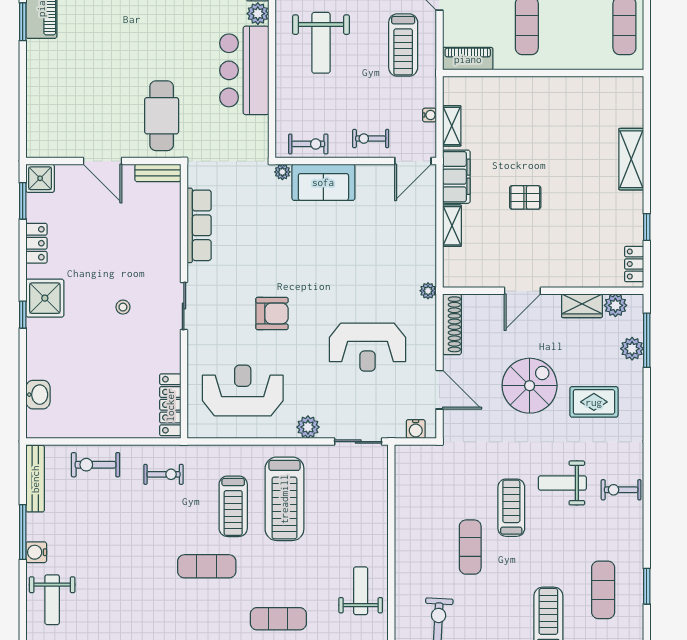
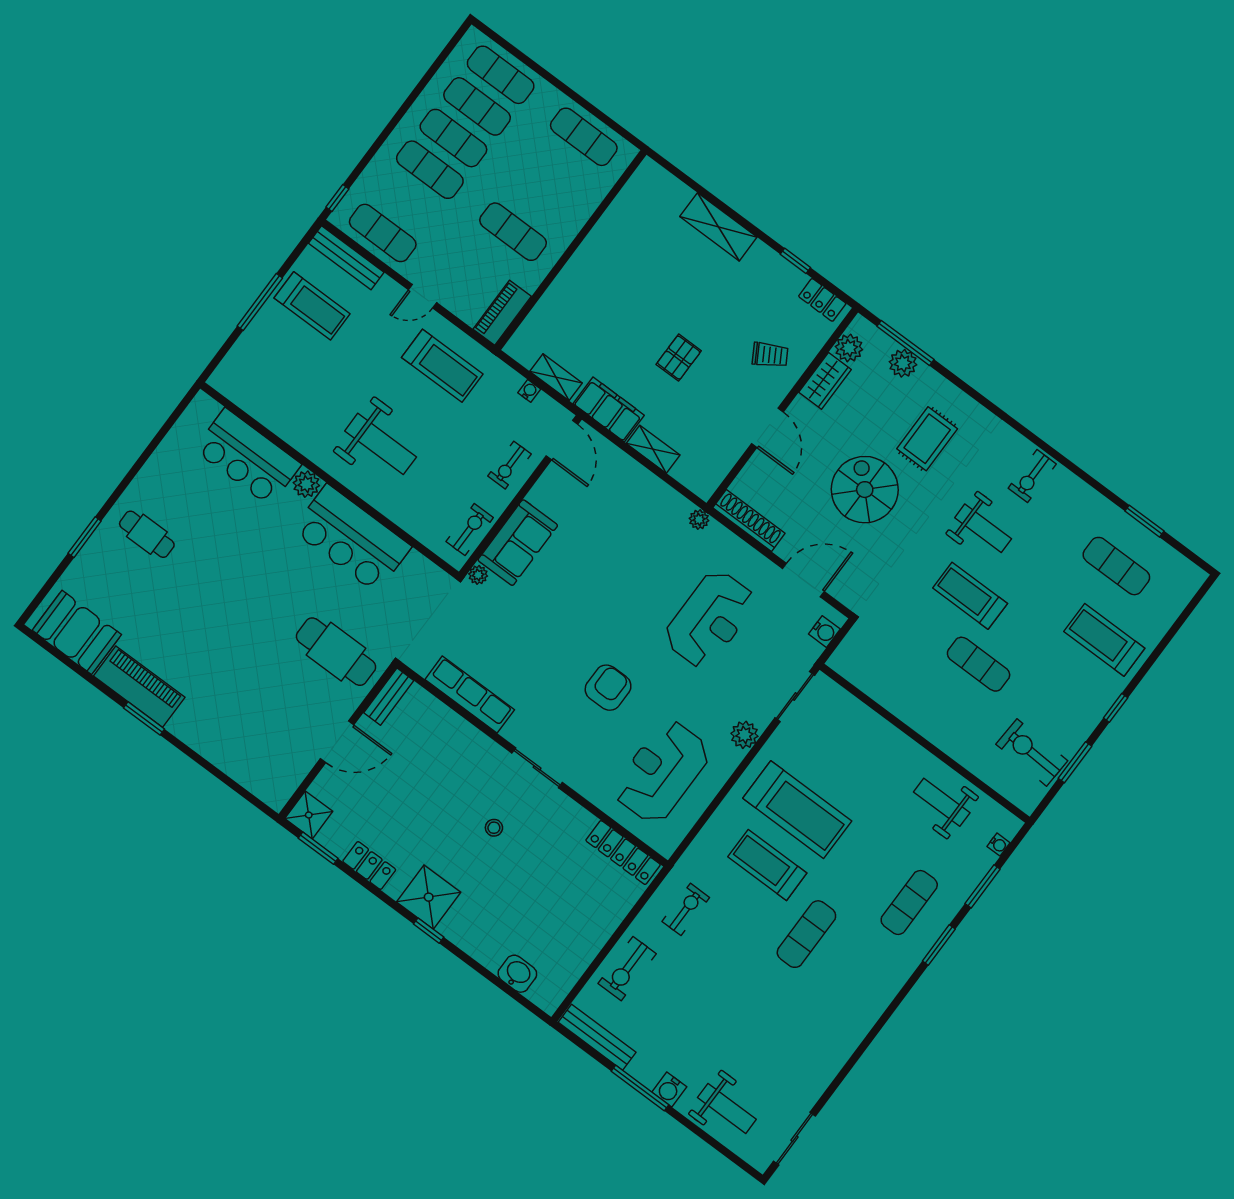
trolley: (572, 257) -> (770, 355), added
weight bench: (562, 483) -> (983, 528), turned -90
treadmill: (233, 506) -> (767, 865), turned 180

